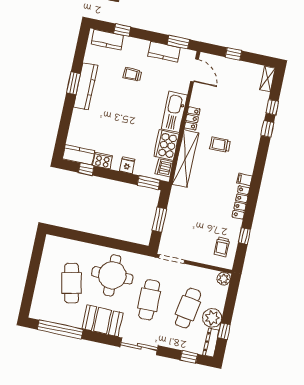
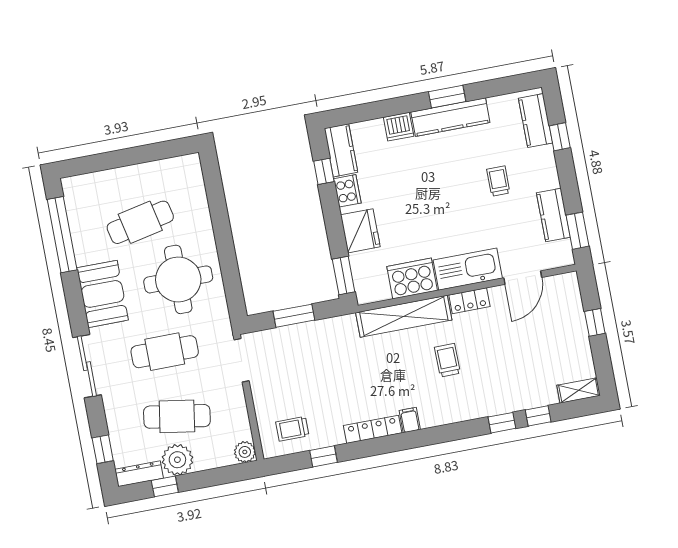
door: (195, 70) -> (523, 278), moved
fridge: (127, 165) -> (360, 231), width x1.88, depth x1.34
dishwasher: (164, 168) -> (399, 127), moved, turned 180

